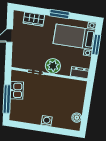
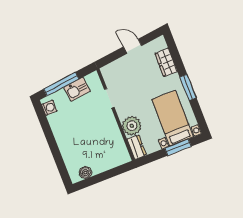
plant: (53, 66) -> (132, 126), moved
washing machine: (47, 121) -> (49, 108), moved

